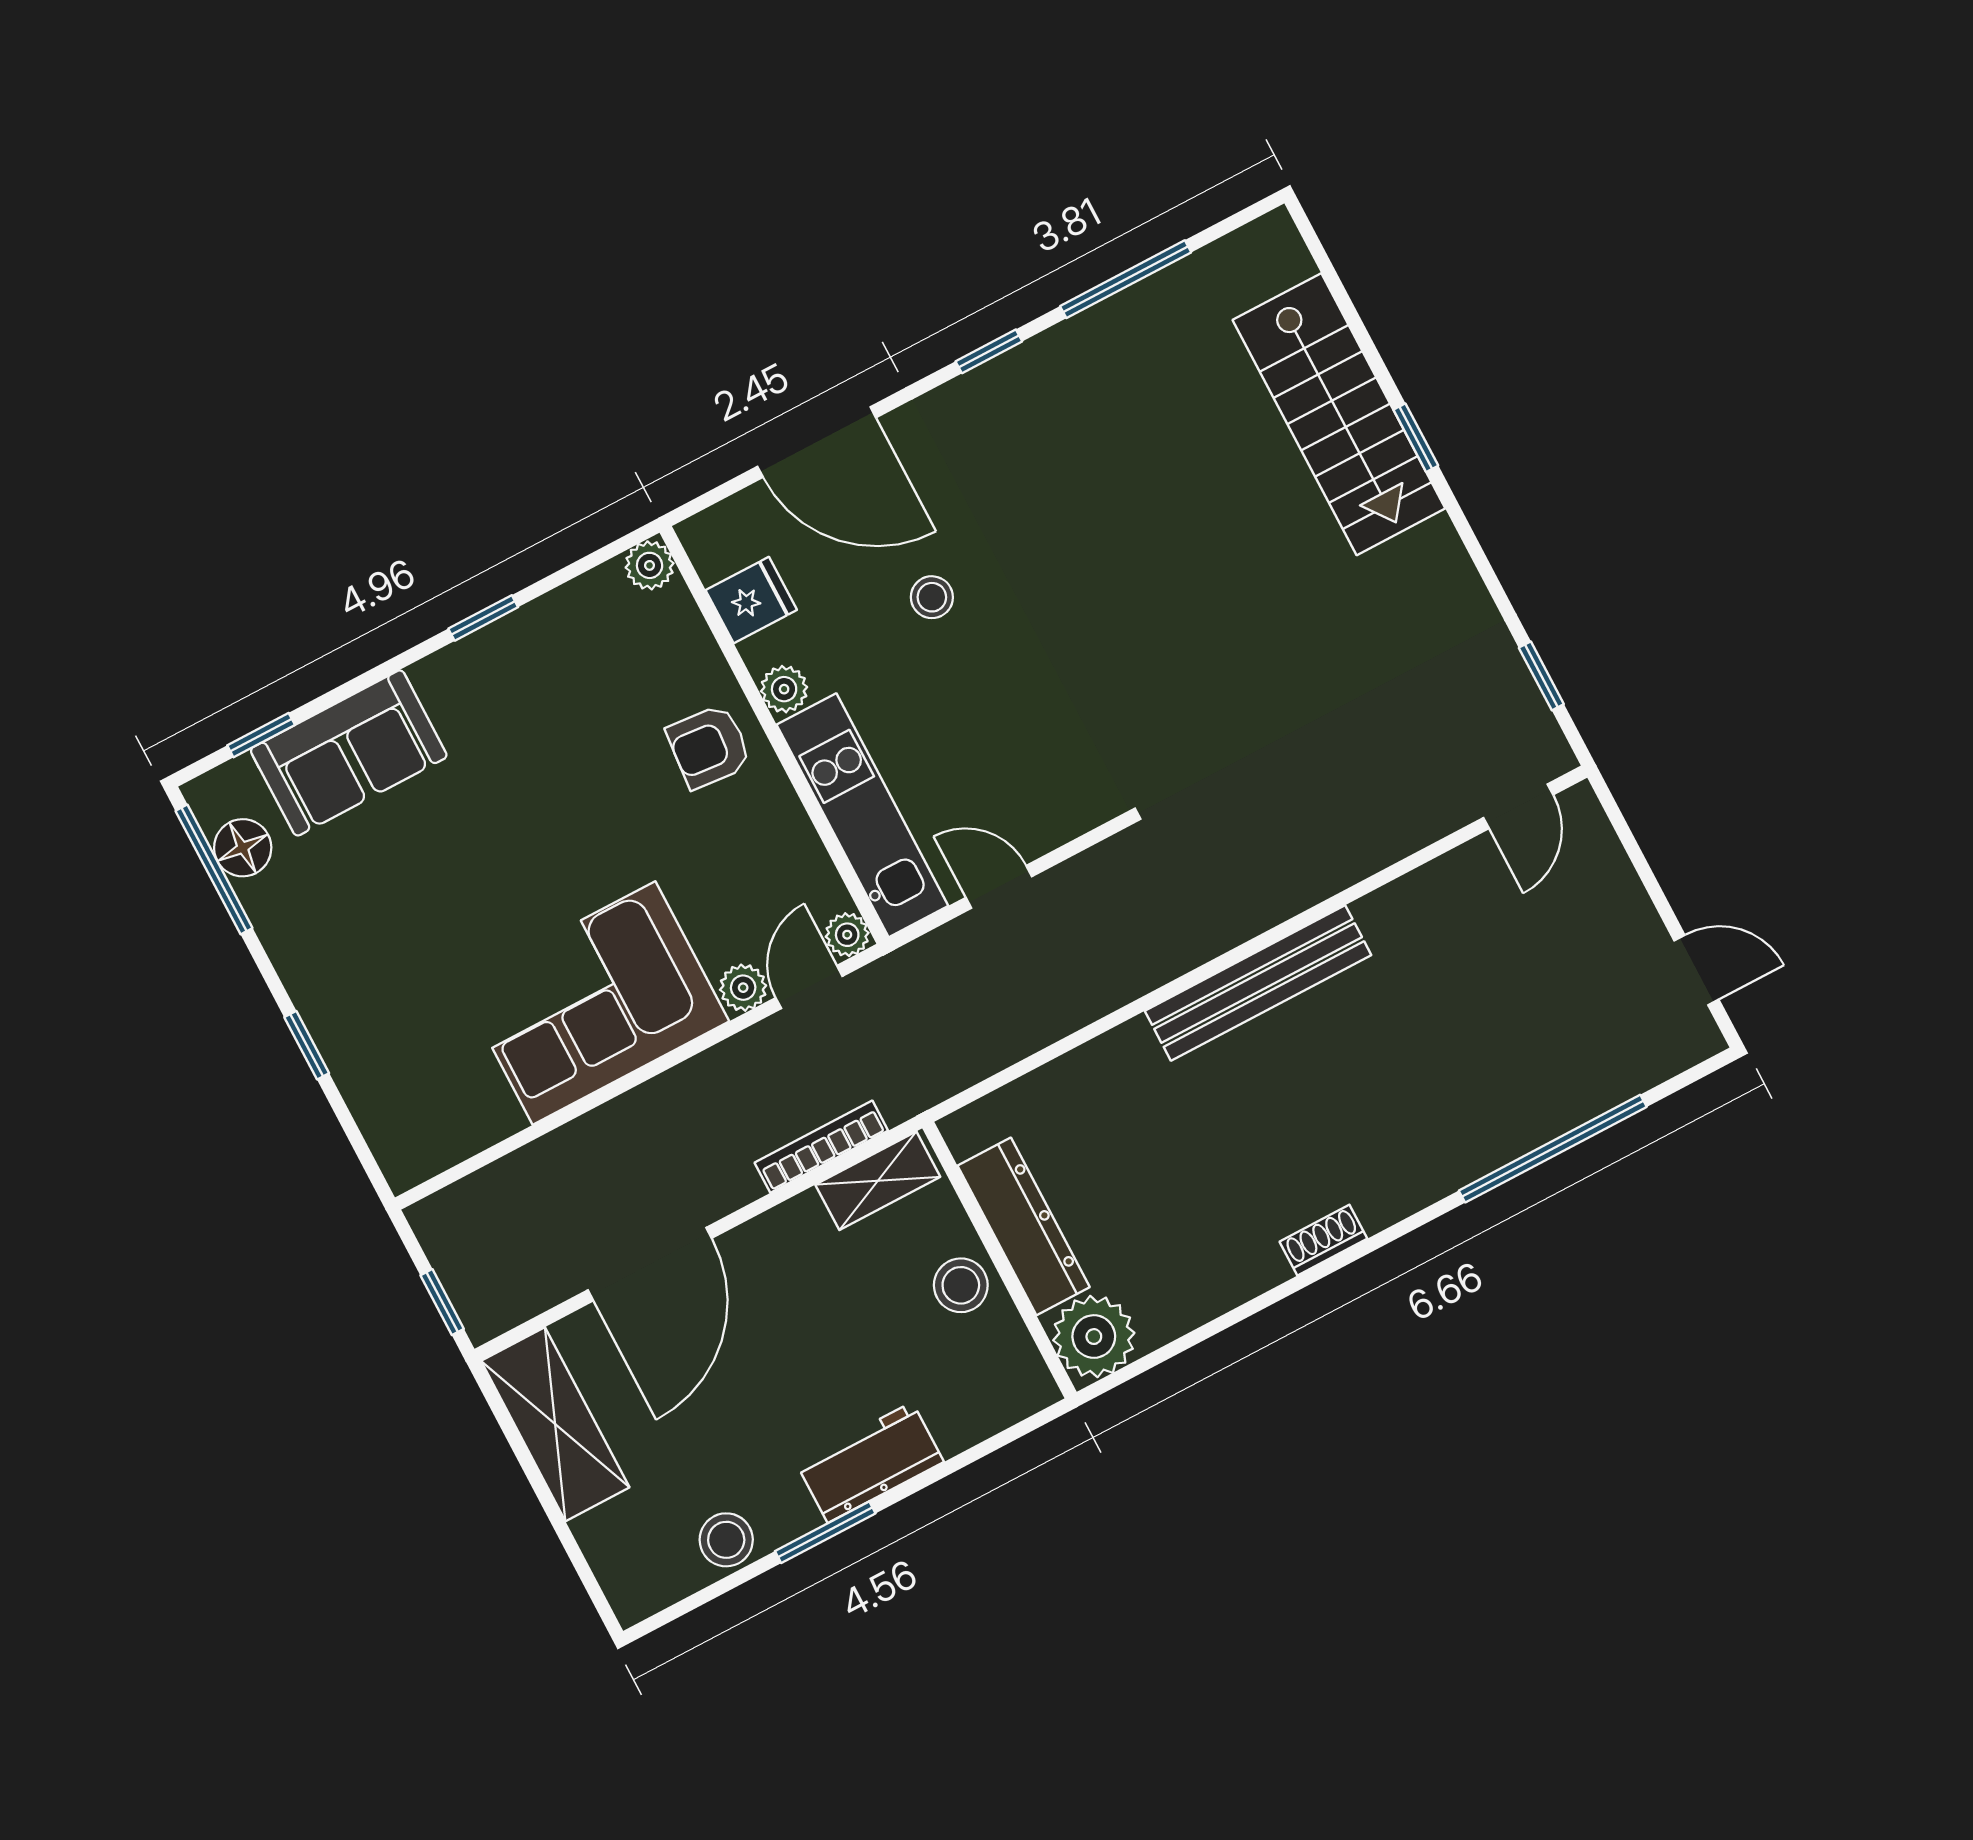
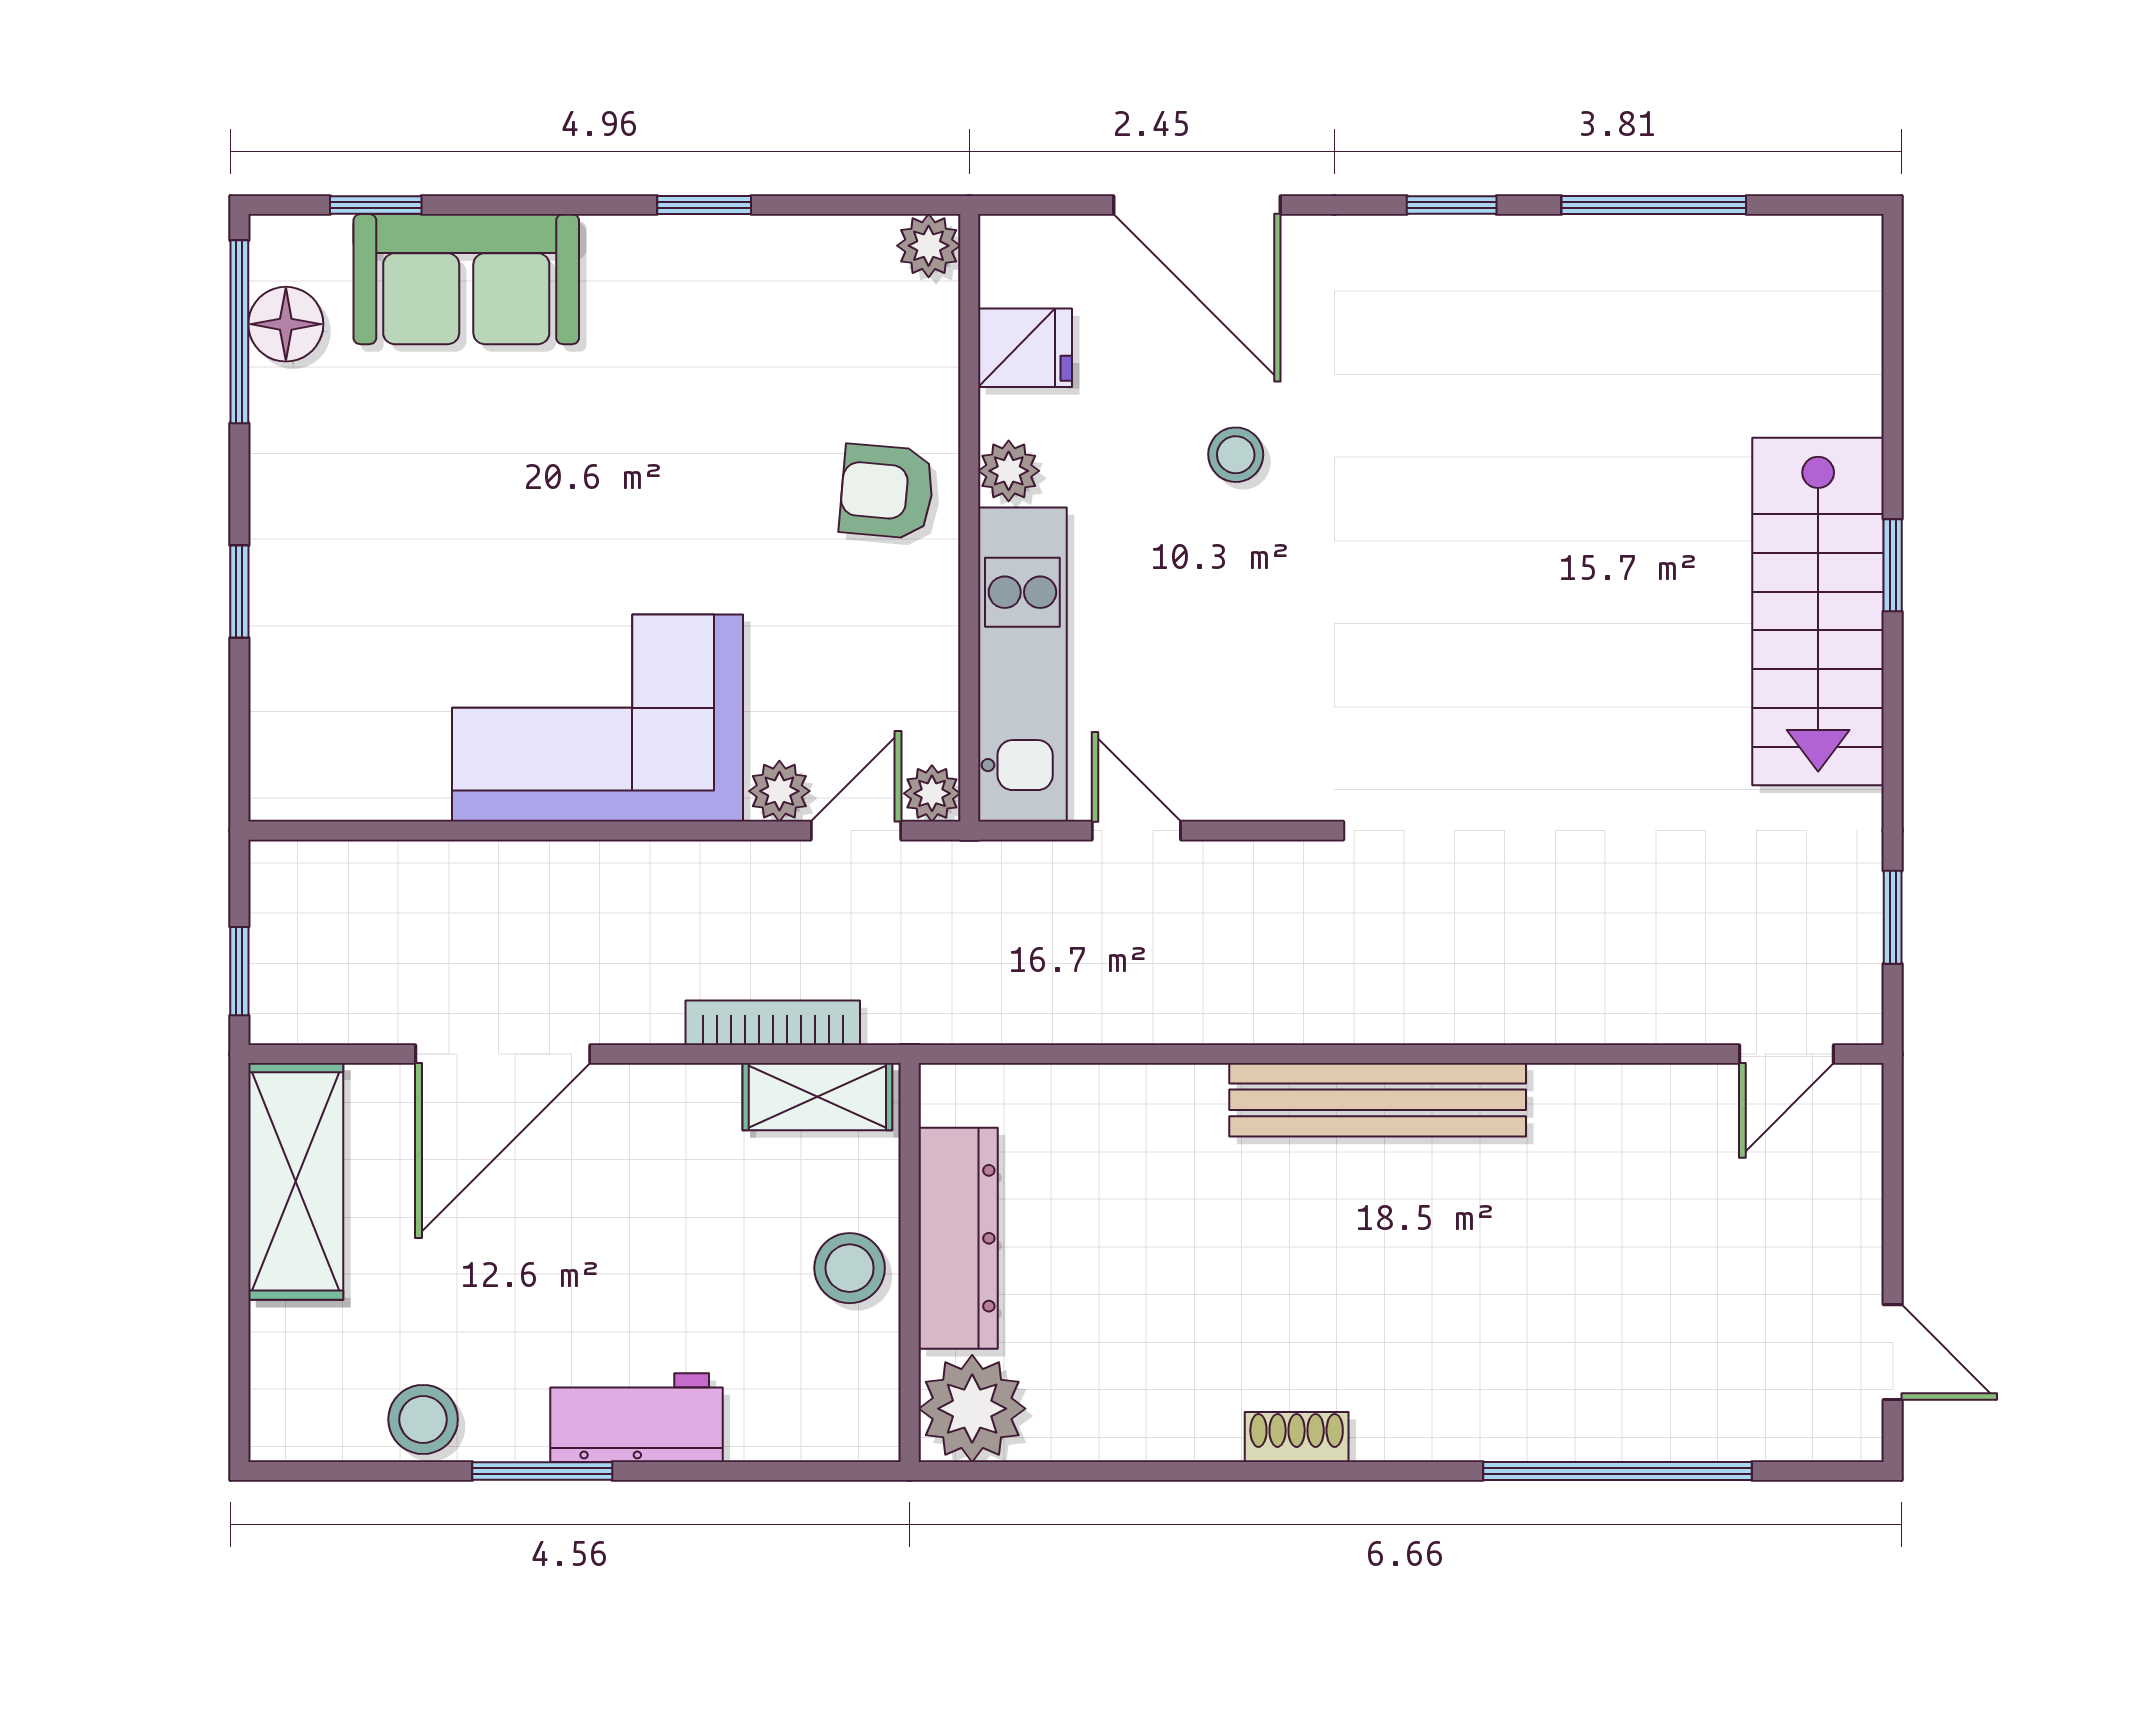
stairs: (1339, 414) -> (1818, 612), moved

